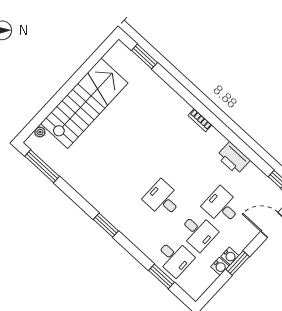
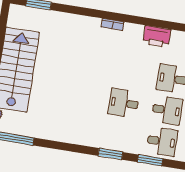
window: (106, 225) -> (110, 154), moved
window: (161, 276) -> (150, 160), moved

